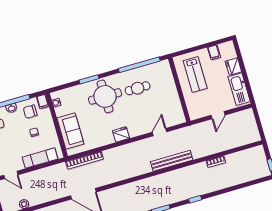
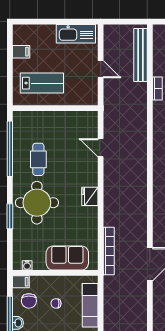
fridge: (233, 66) -> (46, 33), removed
bench: (172, 161) -> (141, 55), moved

